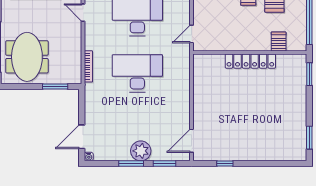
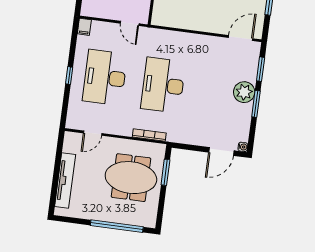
meeting table: (27, 57) -> (131, 178), moved
door: (82, 137) -> (221, 151), hinge flipped
door: (192, 141) -> (241, 38), swing flipped

